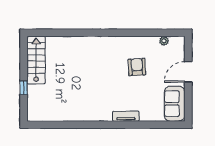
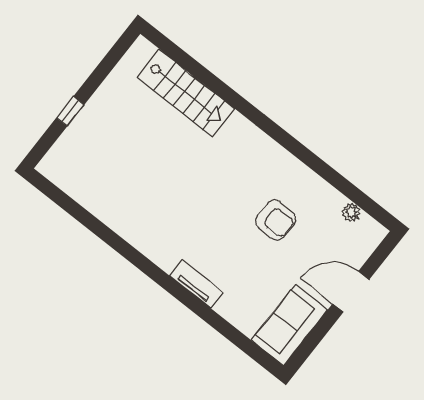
stairs: (36, 60) -> (186, 93), moved, turned 90
armchair: (137, 67) -> (276, 220), turned 93

